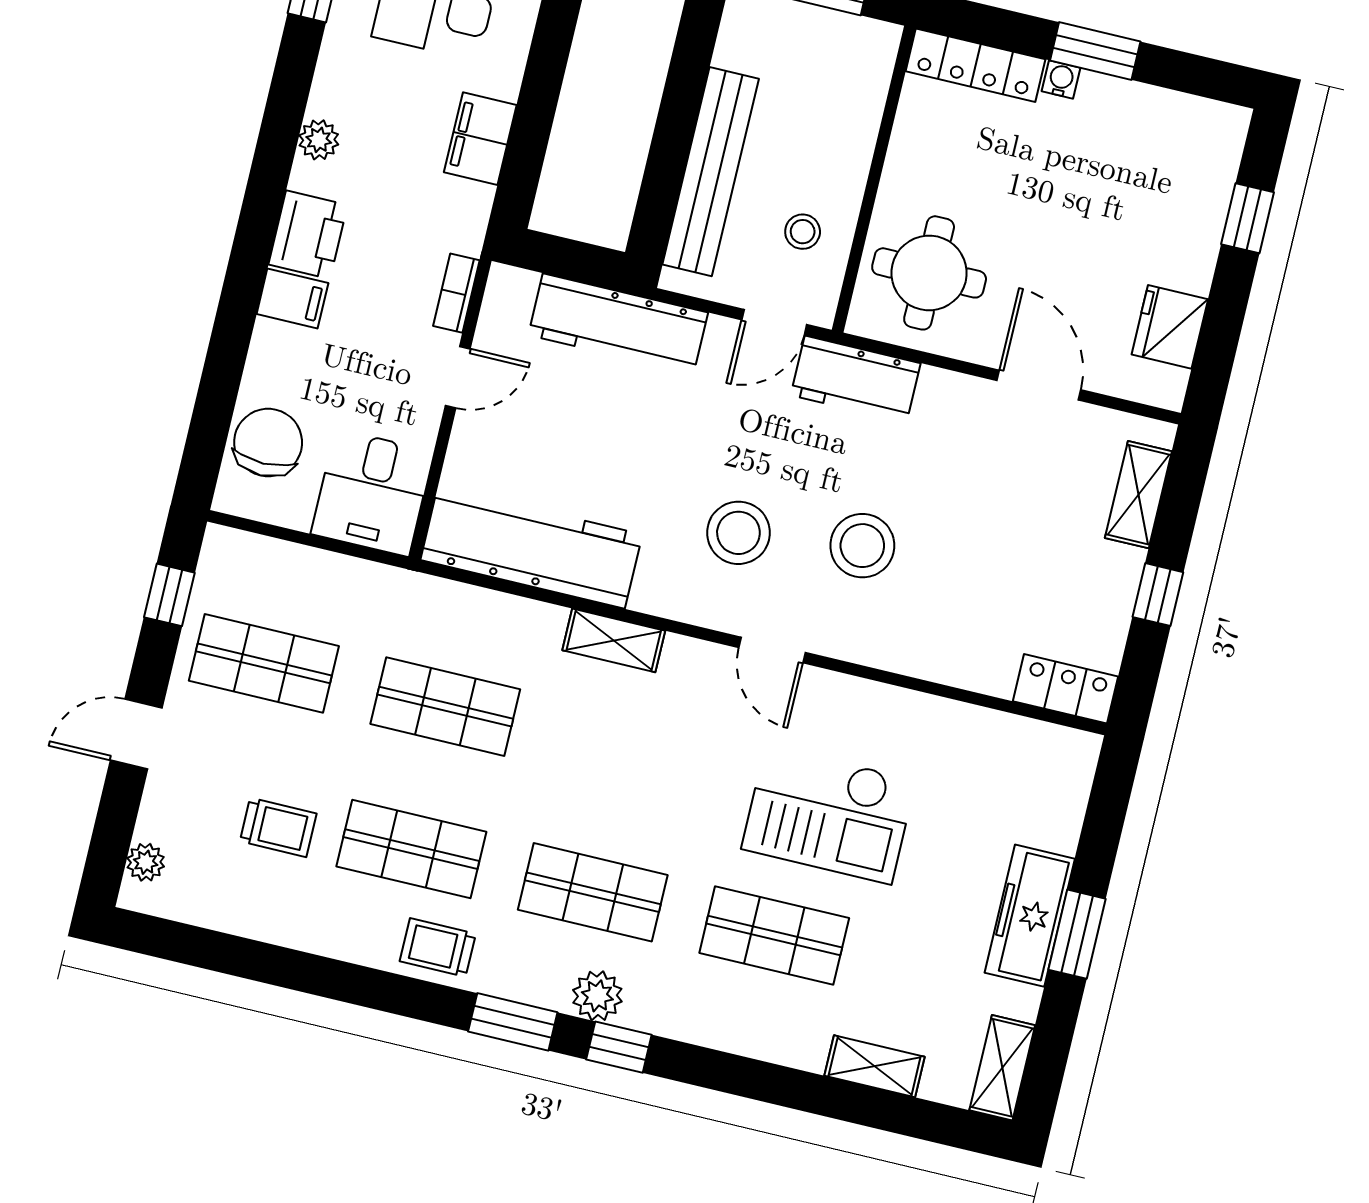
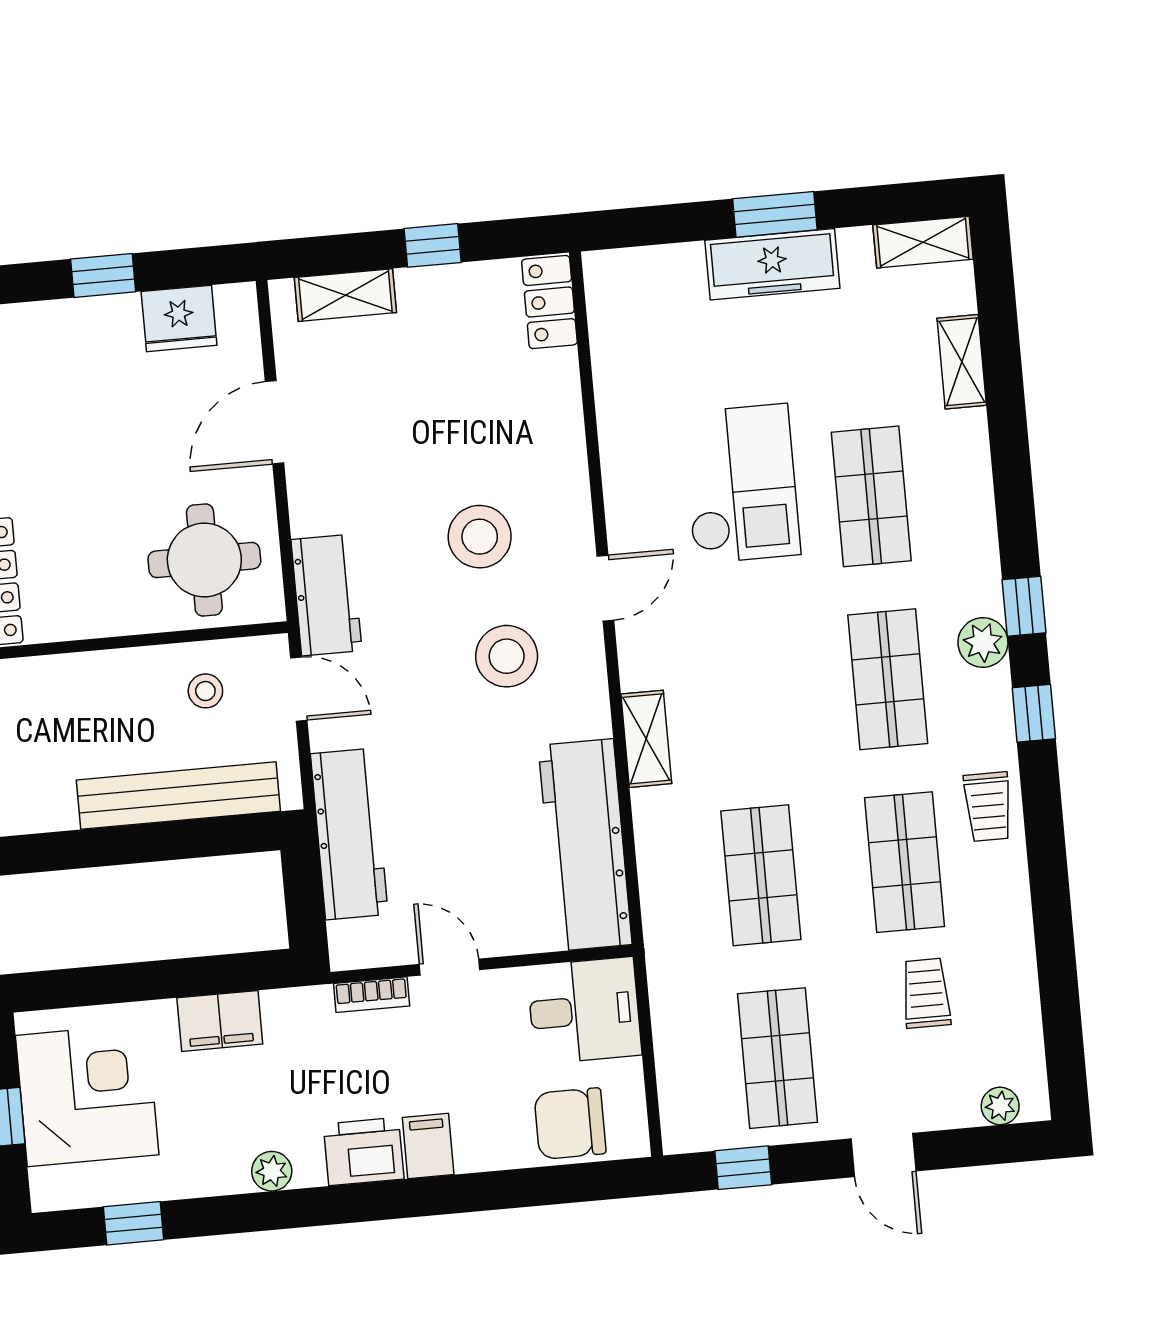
window: (1248, 218) -> (103, 275), moved
window: (513, 1022) -> (1034, 713), width x0.67

